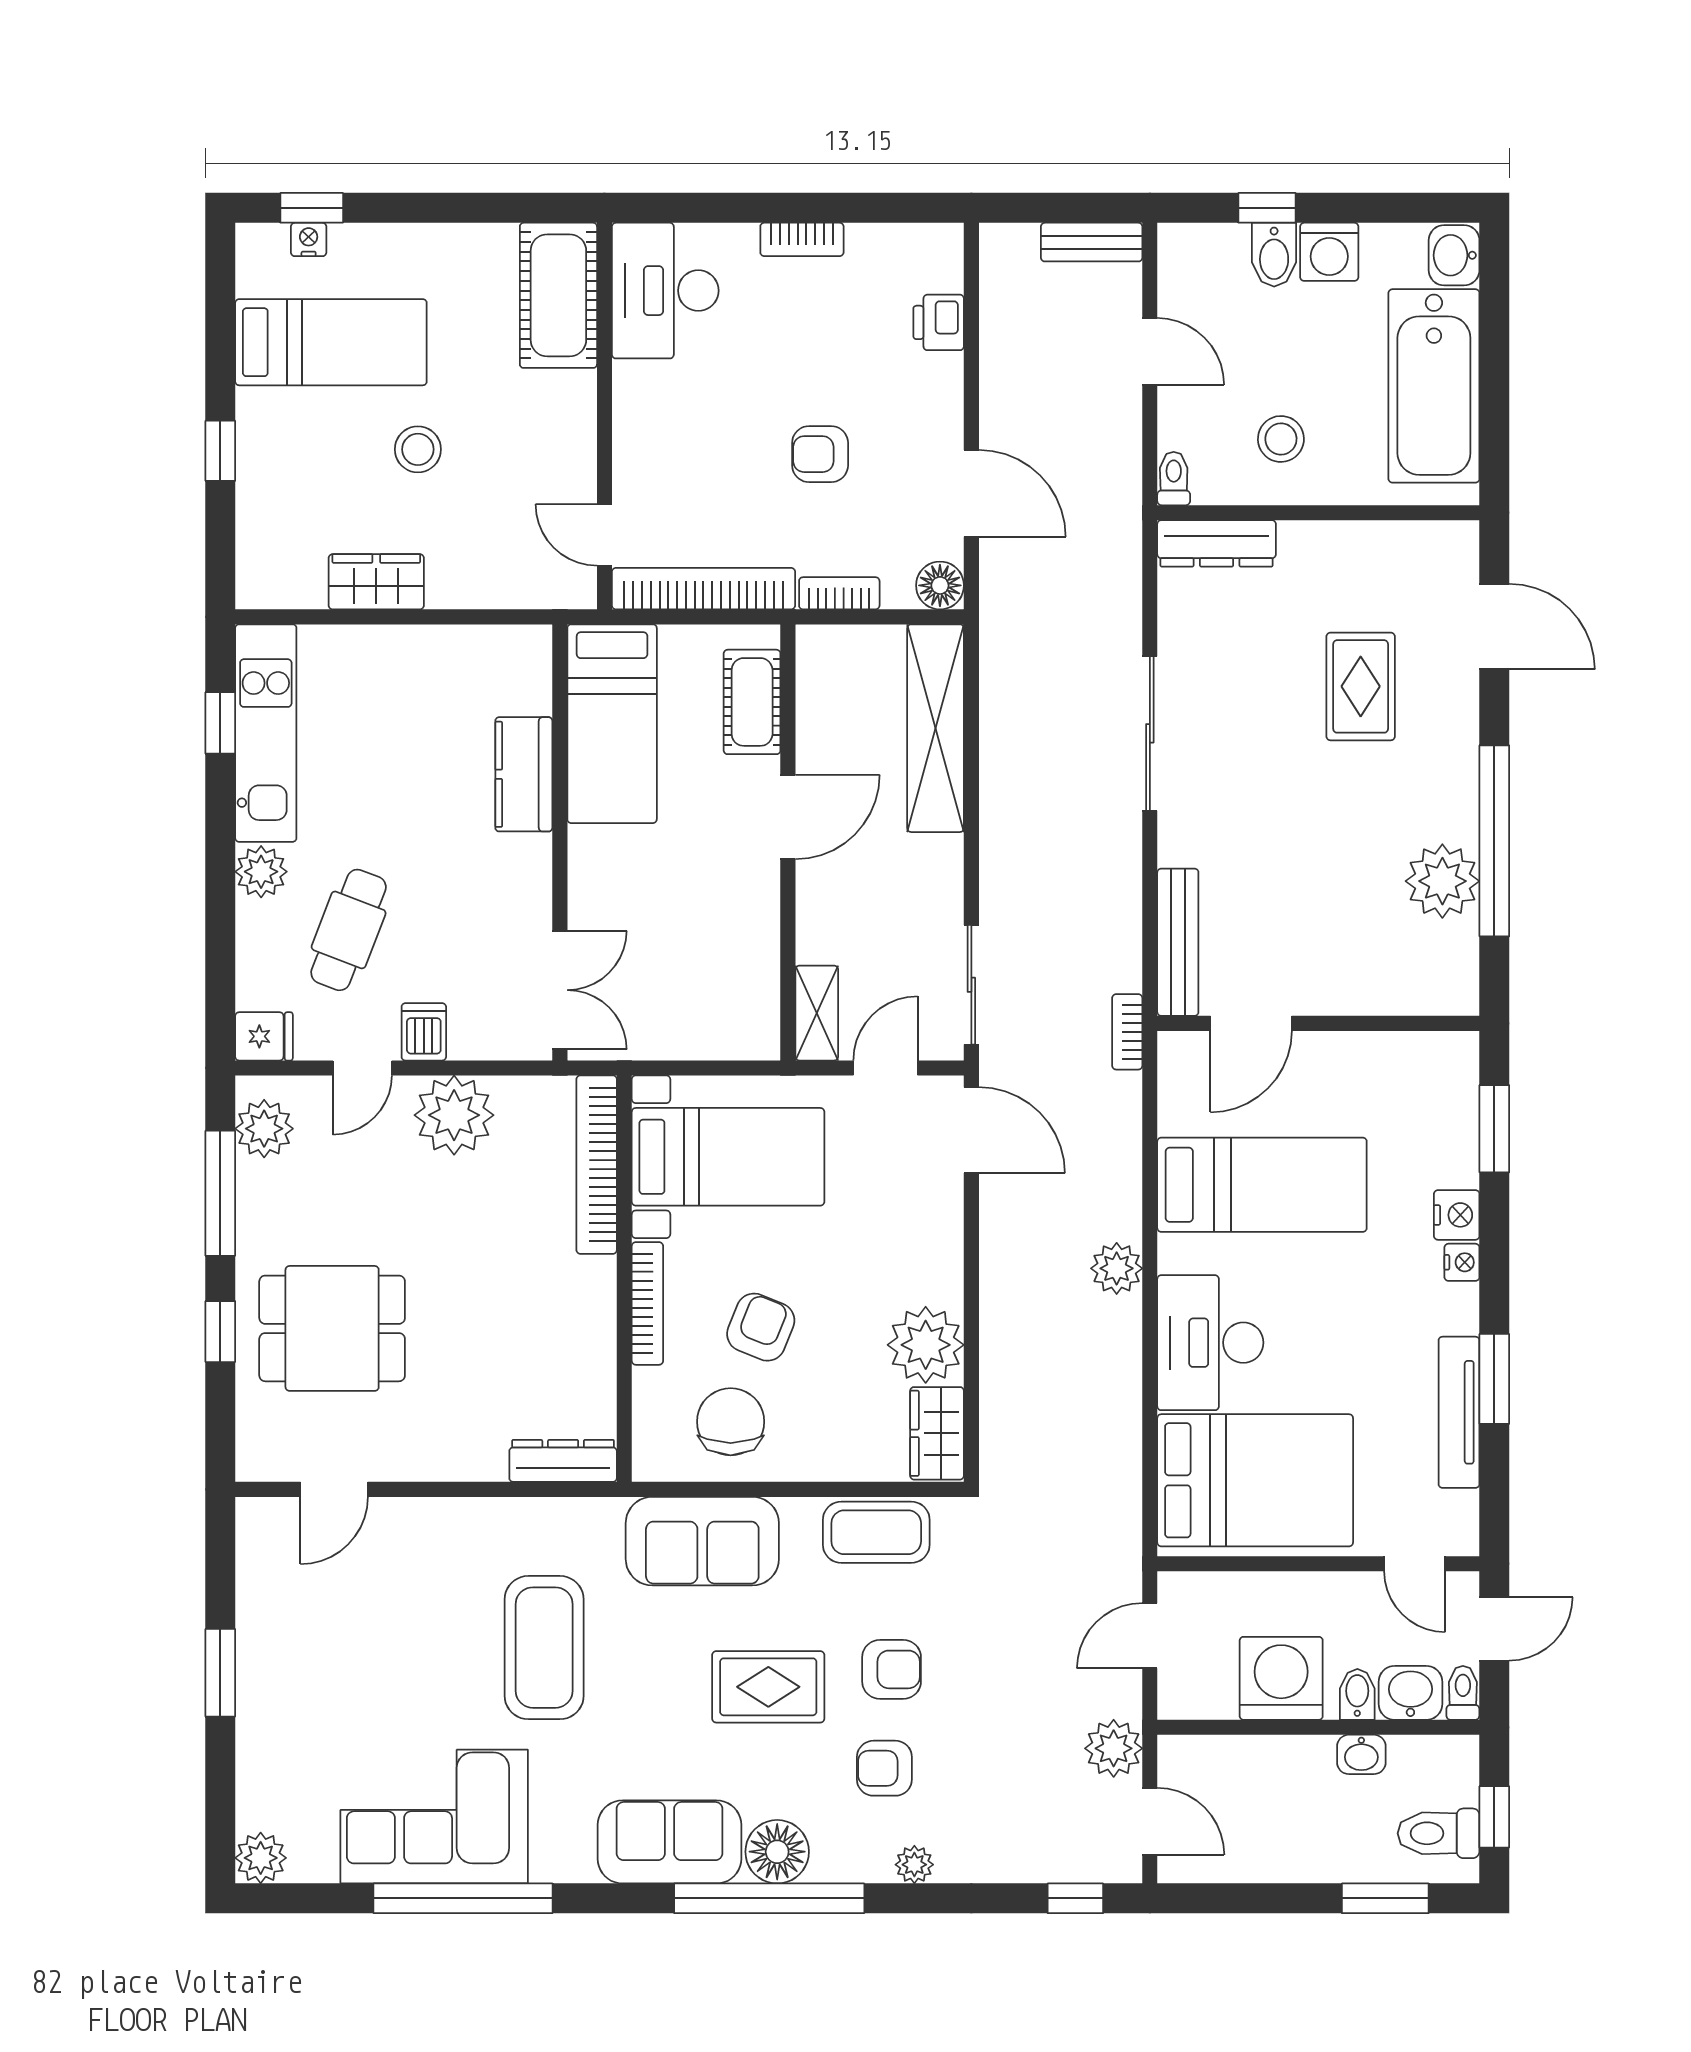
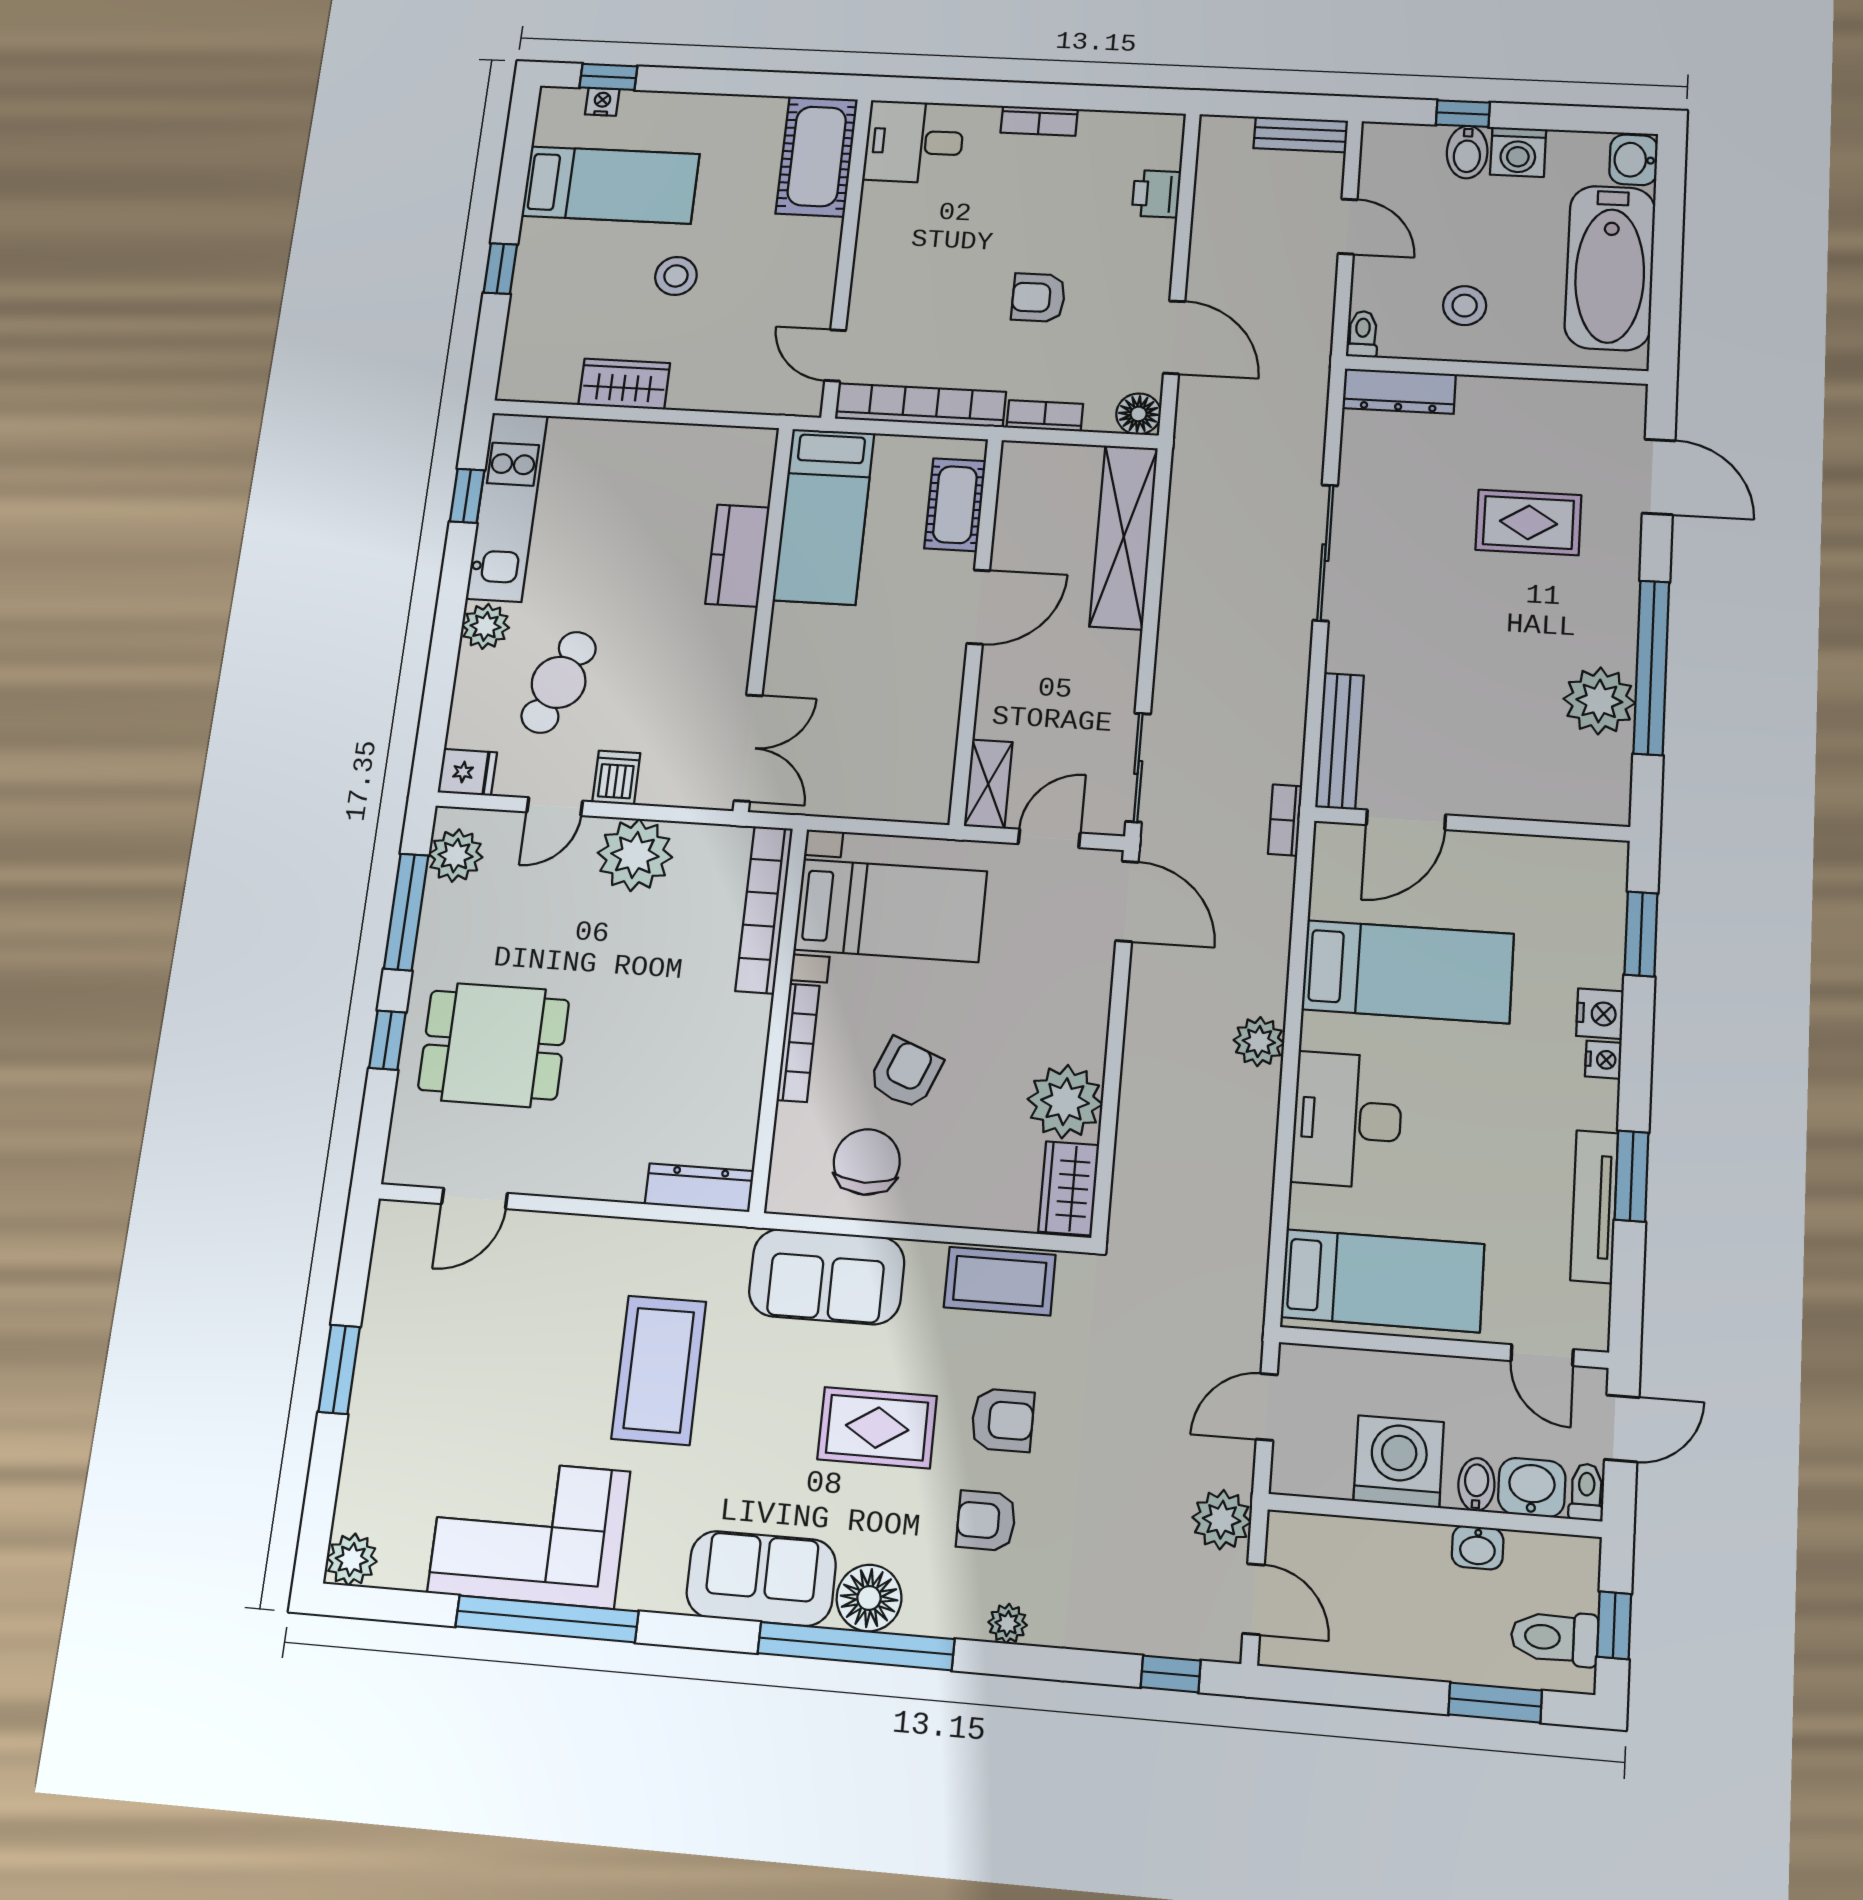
desk: (665, 291) -> (914, 142), width x0.73
rug: (1361, 686) -> (1528, 522), turned 90
bed: (1255, 1480) -> (1383, 1281), width x0.67

